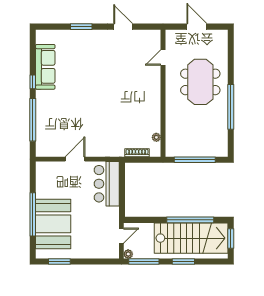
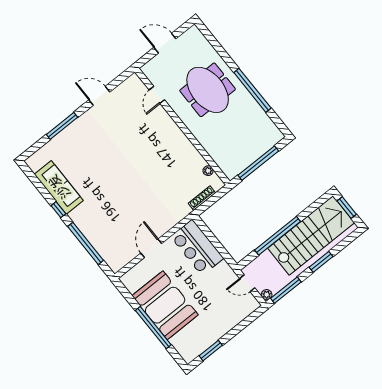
window: (81, 27) -> (62, 126), width x1.44
window: (190, 220) -> (278, 236), moved
booth: (53, 224) -> (165, 305), moved
door: (121, 236) -> (247, 283), swing flipped

